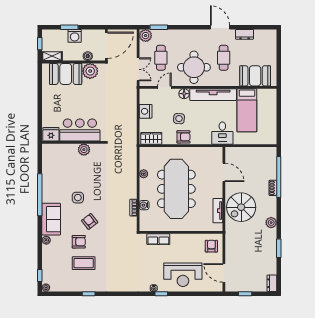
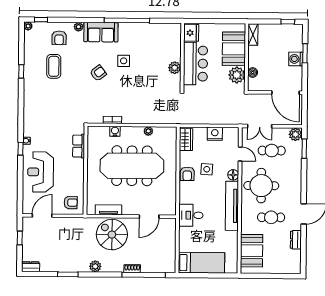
shelving: (52, 56) -> (253, 35), moved
boiler: (88, 56) -> (253, 73), moved
wall: (73, 62) -> (247, 57), moved
plant: (90, 71) -> (237, 75), moved
booth: (66, 74) -> (234, 49), moved
bed: (247, 110) -> (202, 263), moved, turned 180
armchair: (79, 242) -> (59, 38), moved

